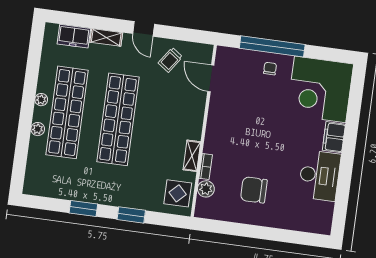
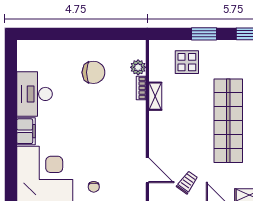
display table: (178, 193) -> (187, 62), moved

